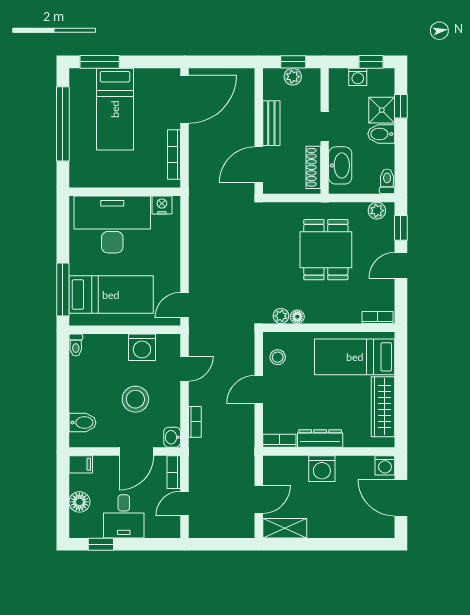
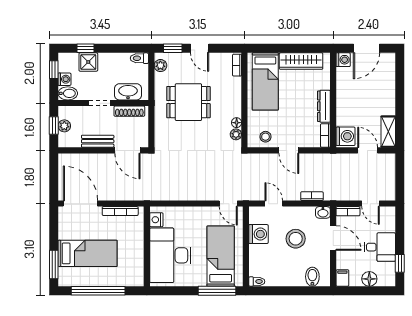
bidet: (381, 134) -> (68, 93), moved, turned -90
washing machine: (322, 469) -> (345, 136), moved

